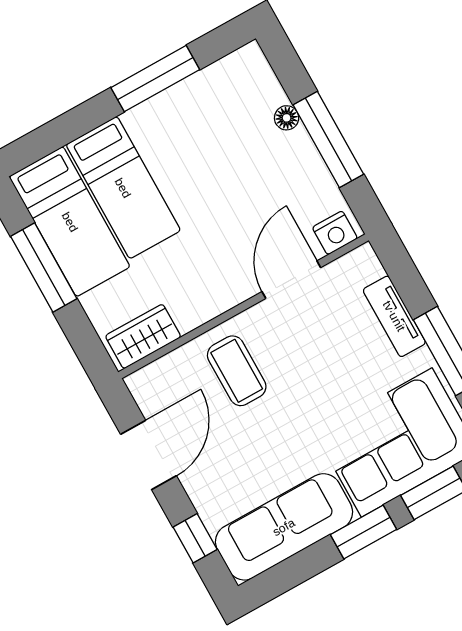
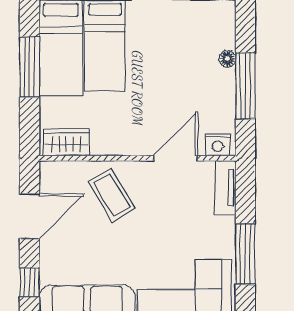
tv unit: (394, 316) -> (225, 188), moved
coffee table: (237, 371) -> (112, 195), turned -31

